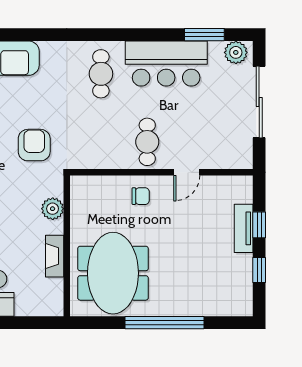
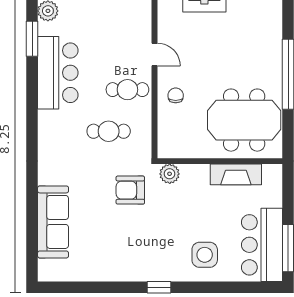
cafe table: (101, 74) -> (109, 131), moved
plant: (53, 209) -> (170, 174), moved
fireplace: (55, 256) -> (236, 174), width x1.37, depth x1.32

